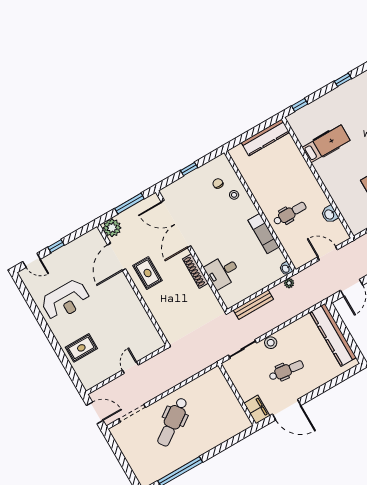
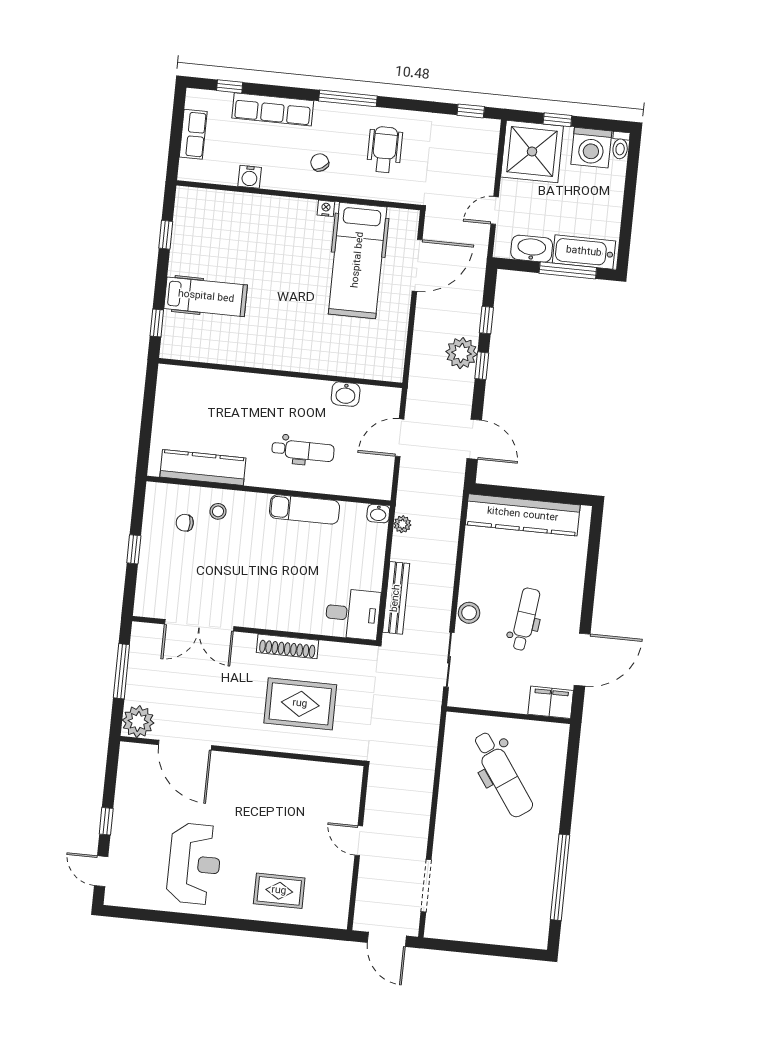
kitchen counter: (265, 137) -> (203, 467), moved, turned -90
hospital bed: (326, 144) -> (206, 297), moved, turned 90
dental chair: (290, 213) -> (303, 450), turned 90
double door: (176, 224) -> (199, 625), width x0.73
door: (32, 260) -> (101, 871), swing flipped
desk: (222, 272) -> (353, 614), moved, turned -90
rug: (148, 273) -> (300, 704), moved, width x1.36, depth x1.43
rug: (81, 348) -> (279, 891), turned 90
door: (95, 413) -> (387, 939), swing flipped
dental chair: (173, 422) -> (502, 774), moved

